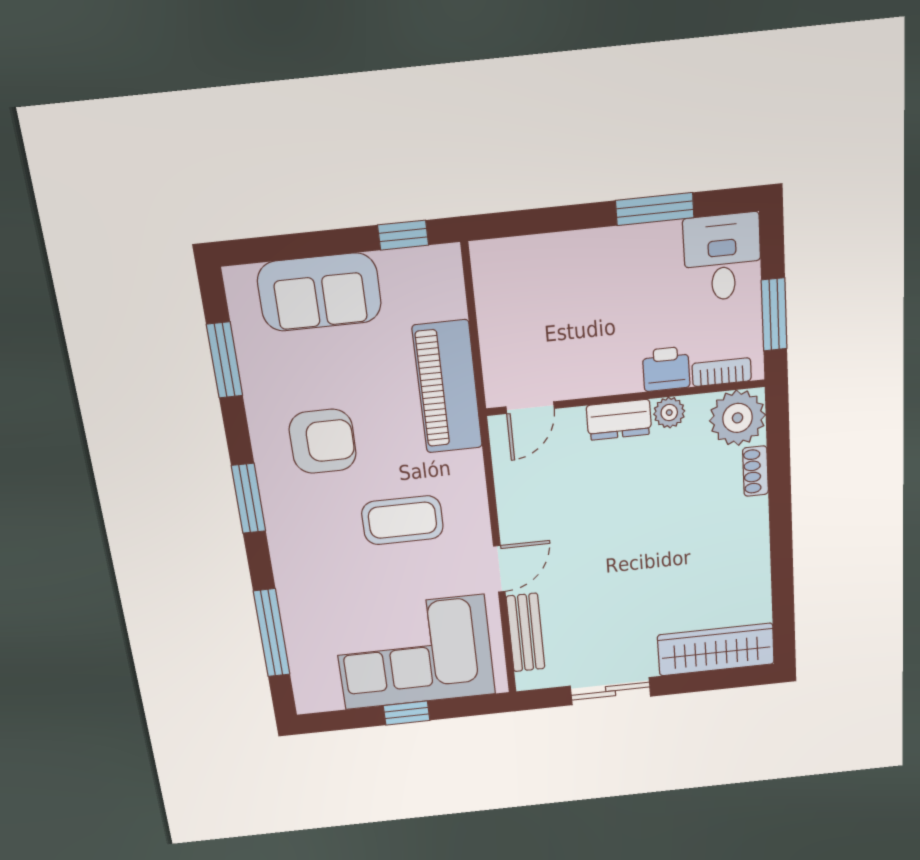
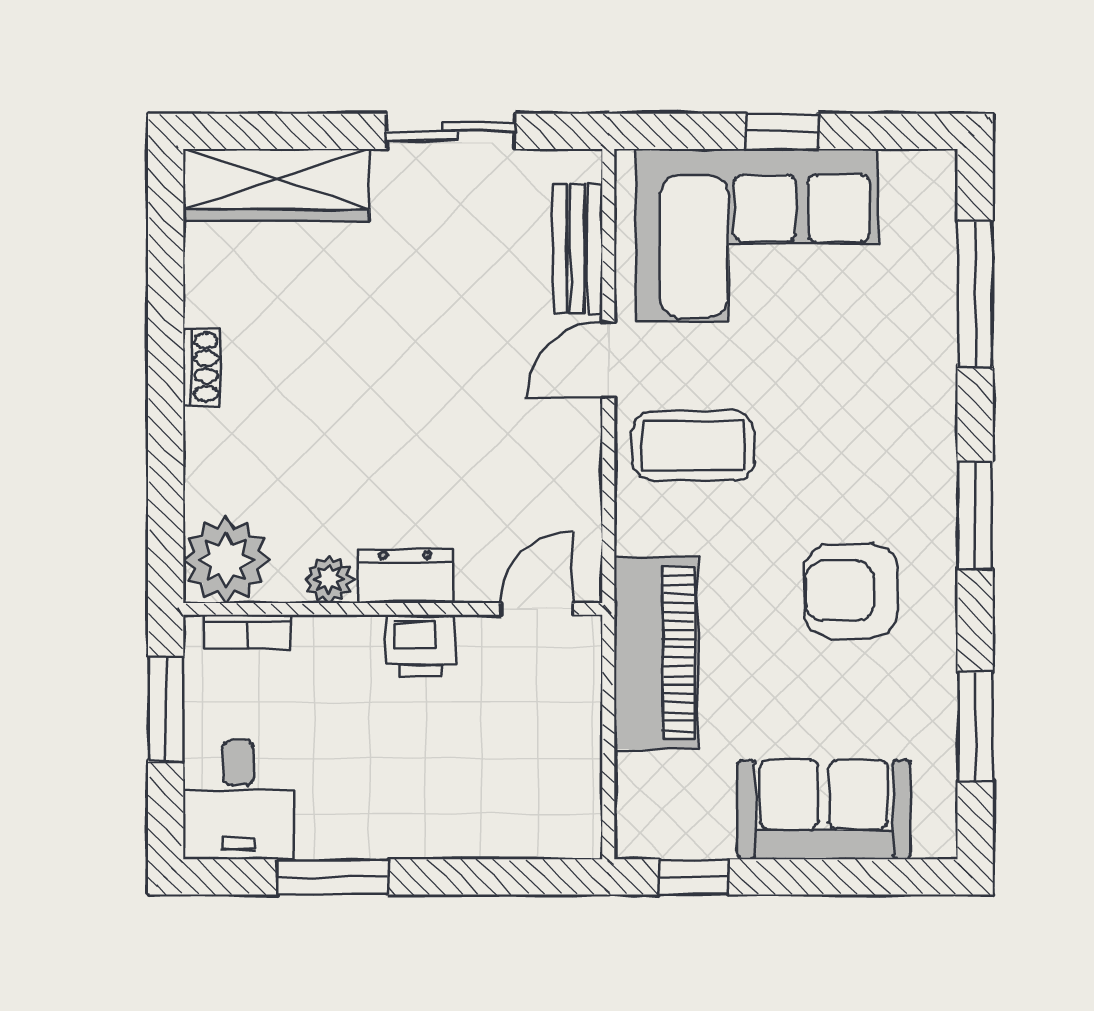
printer: (666, 369) -> (420, 646), moved
shoe rack: (755, 471) -> (202, 367), moved
coffee table: (402, 520) -> (693, 446), moved

